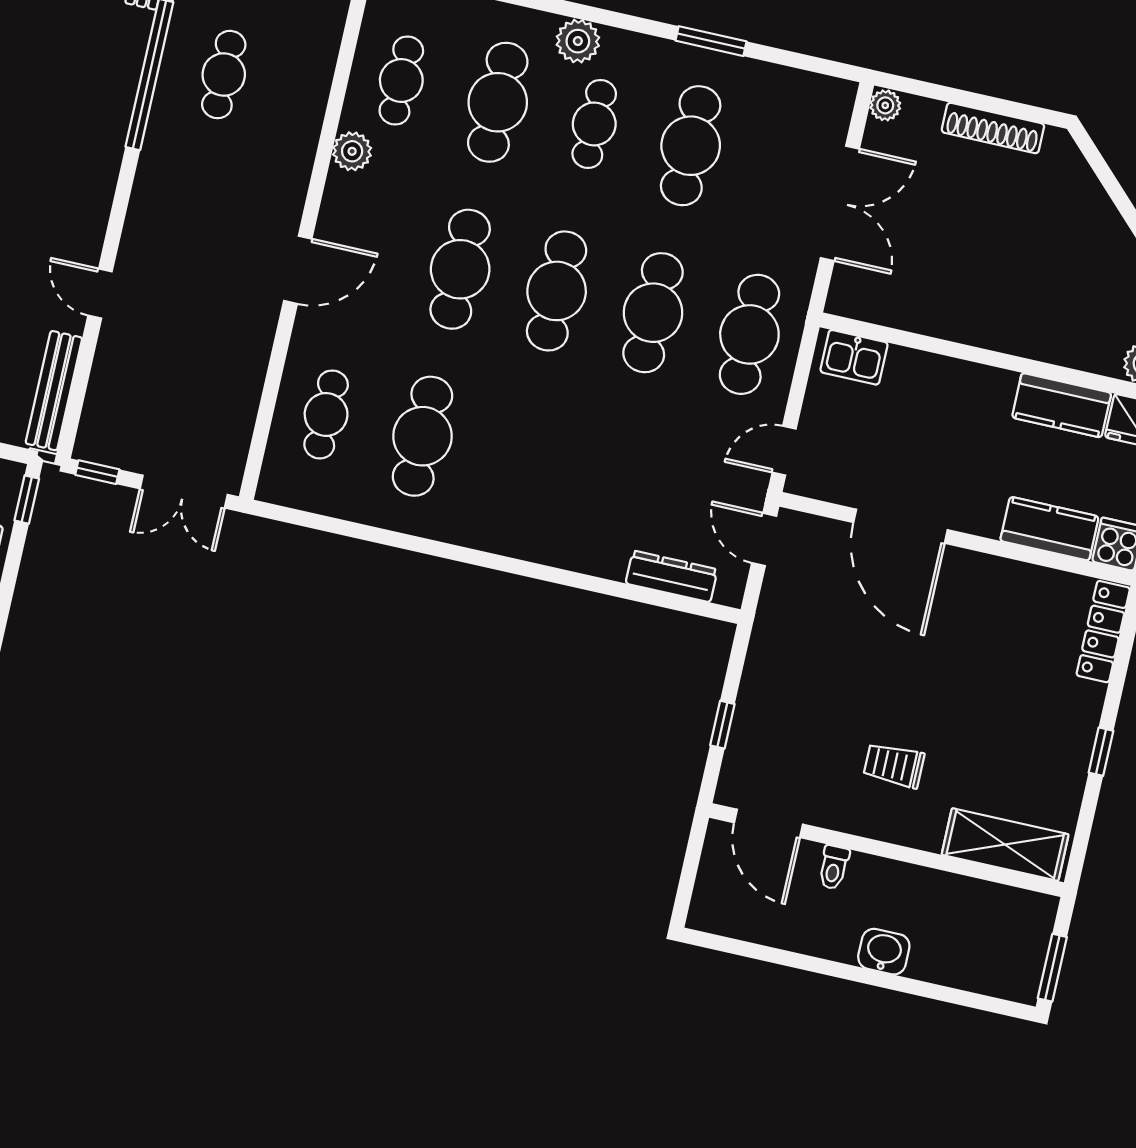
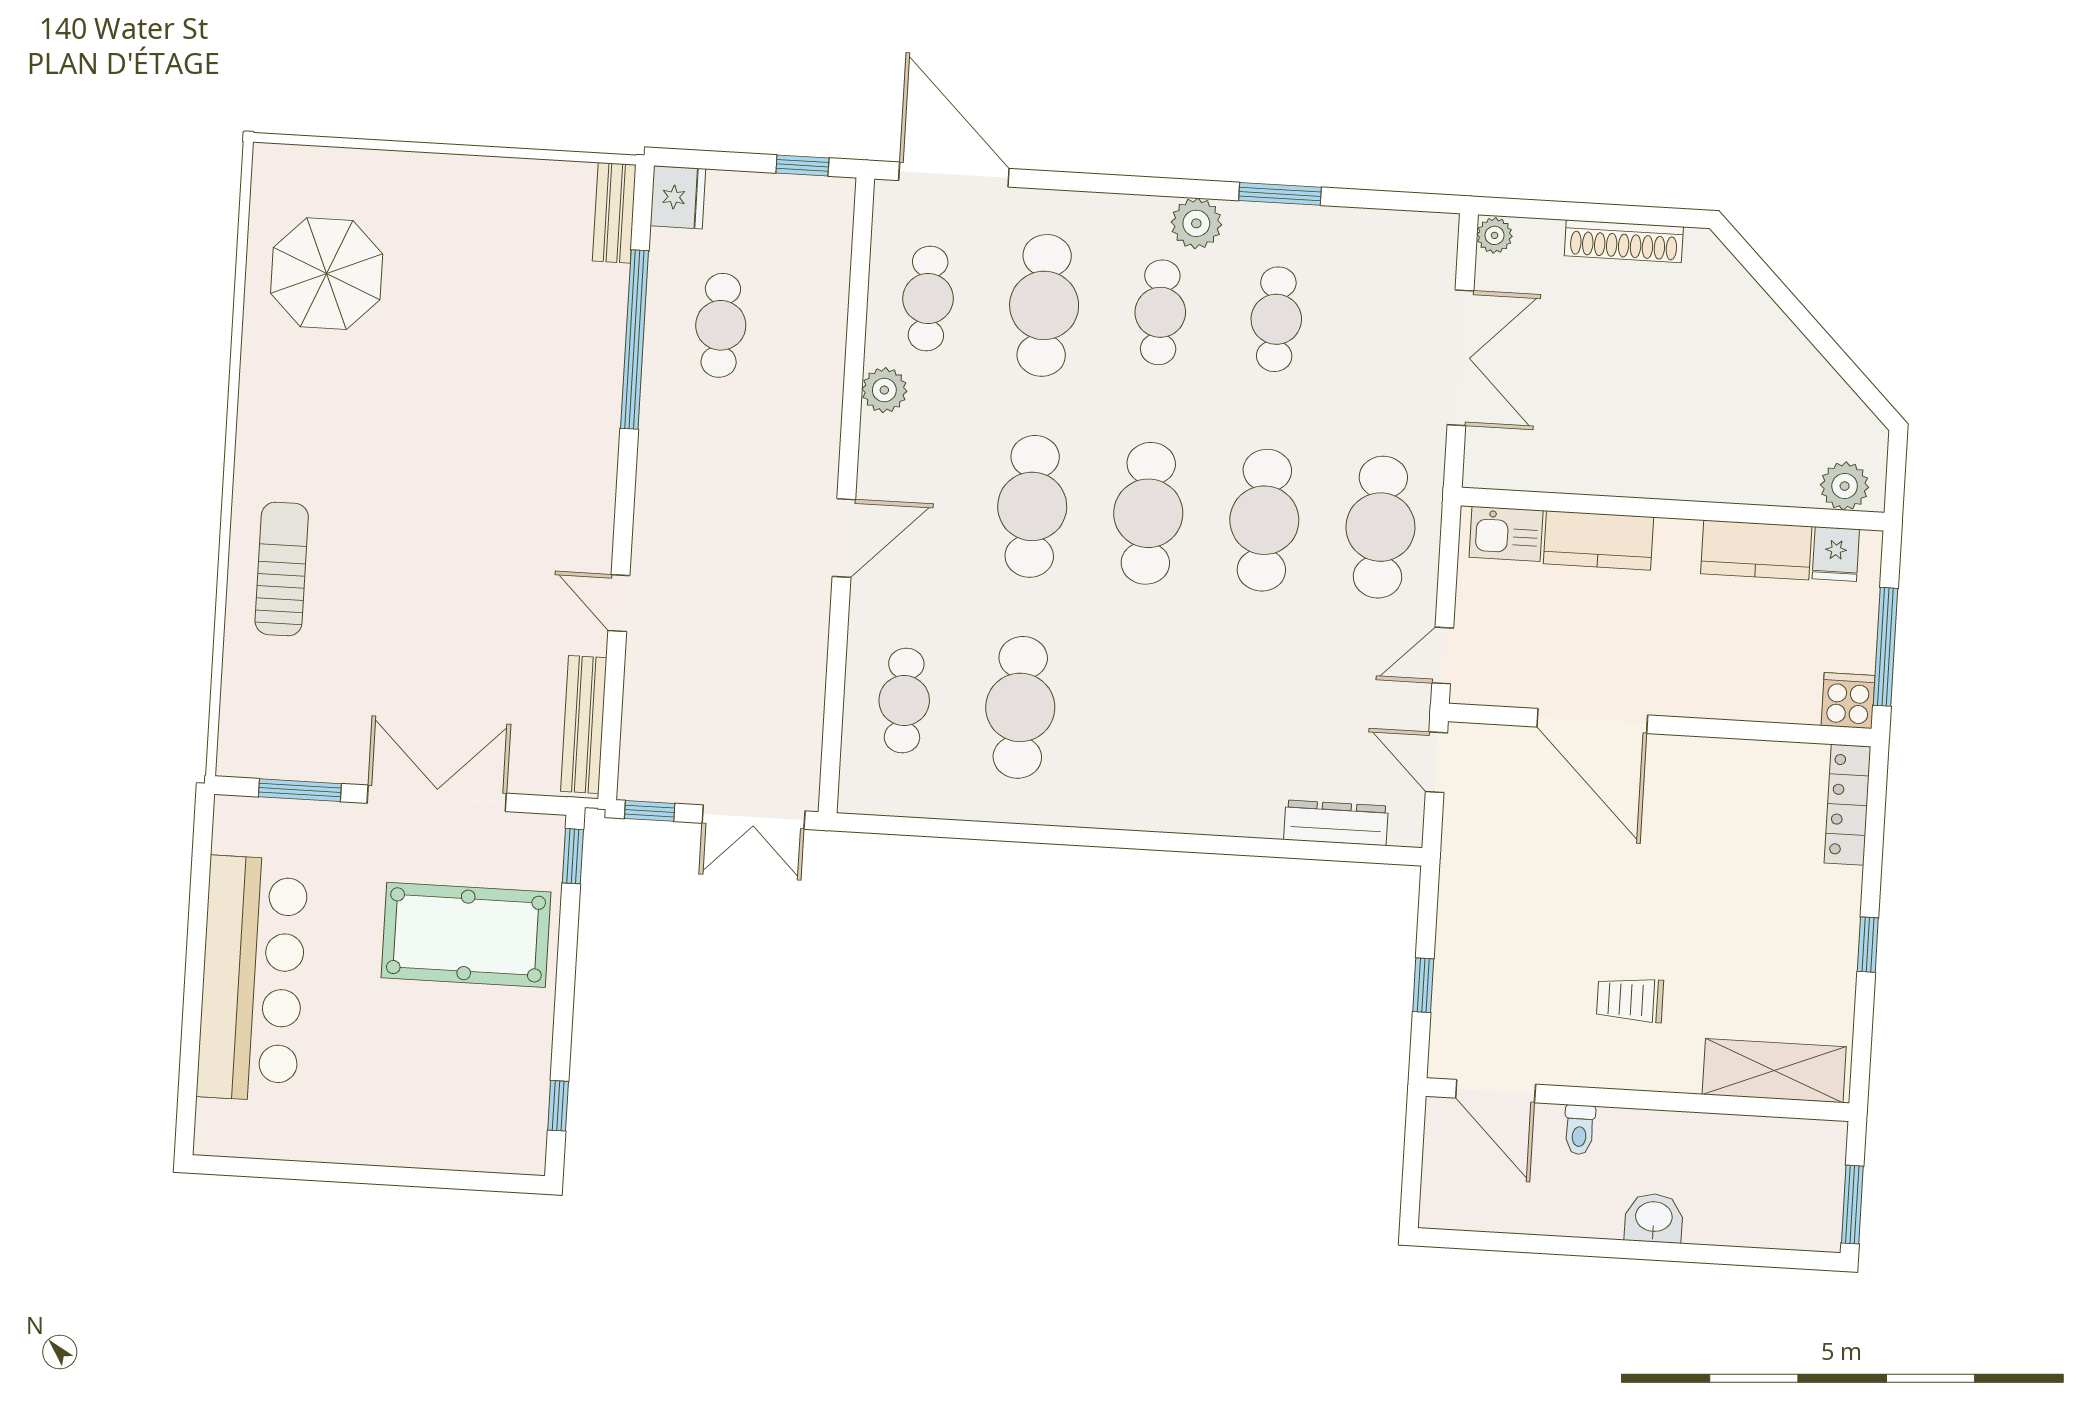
plant: (578, 41) -> (1196, 223), moved
cafe table: (691, 146) -> (1276, 319), width x0.73, depth x0.74
kitchen counter: (1049, 529) -> (1599, 540), moved, turned 180

